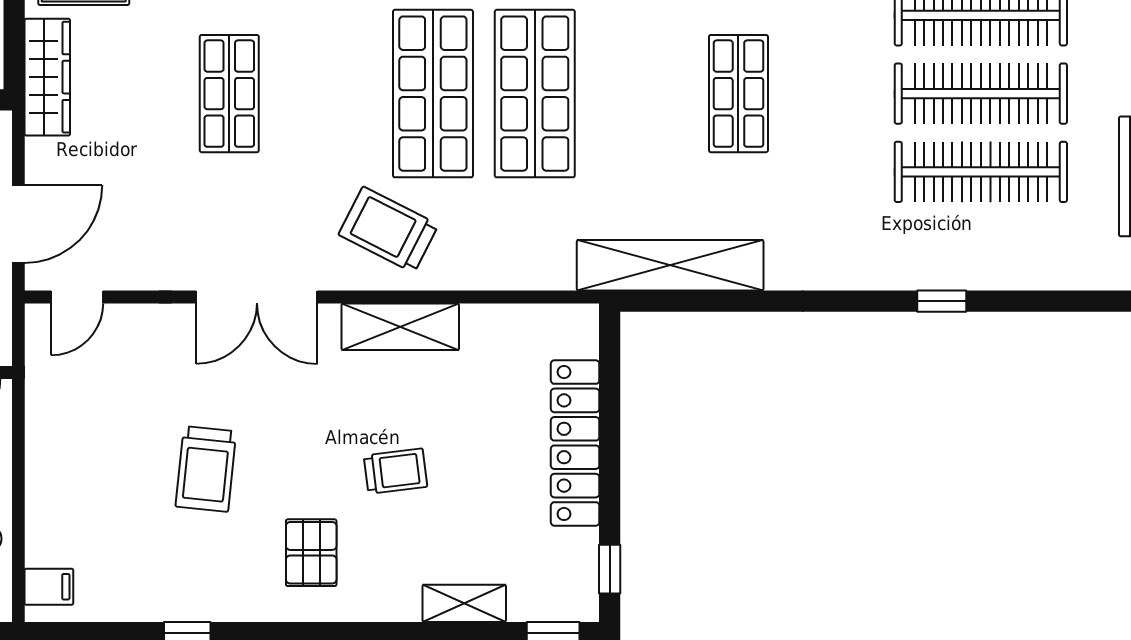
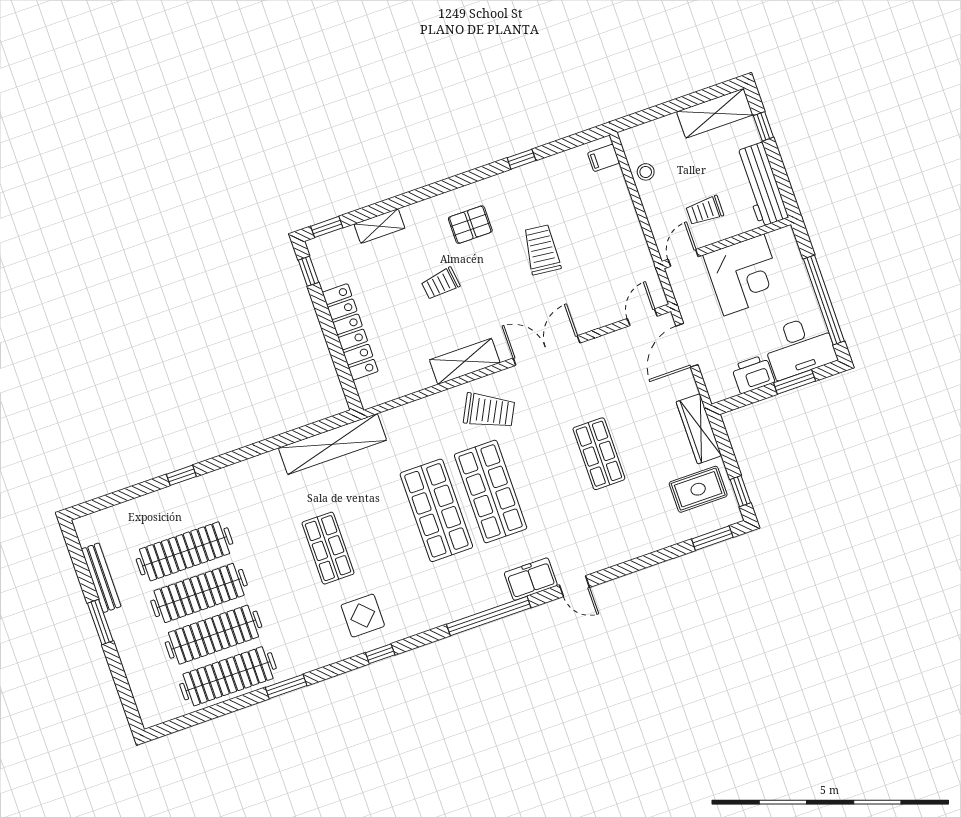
pallet: (311, 553) -> (470, 225), turned 90

